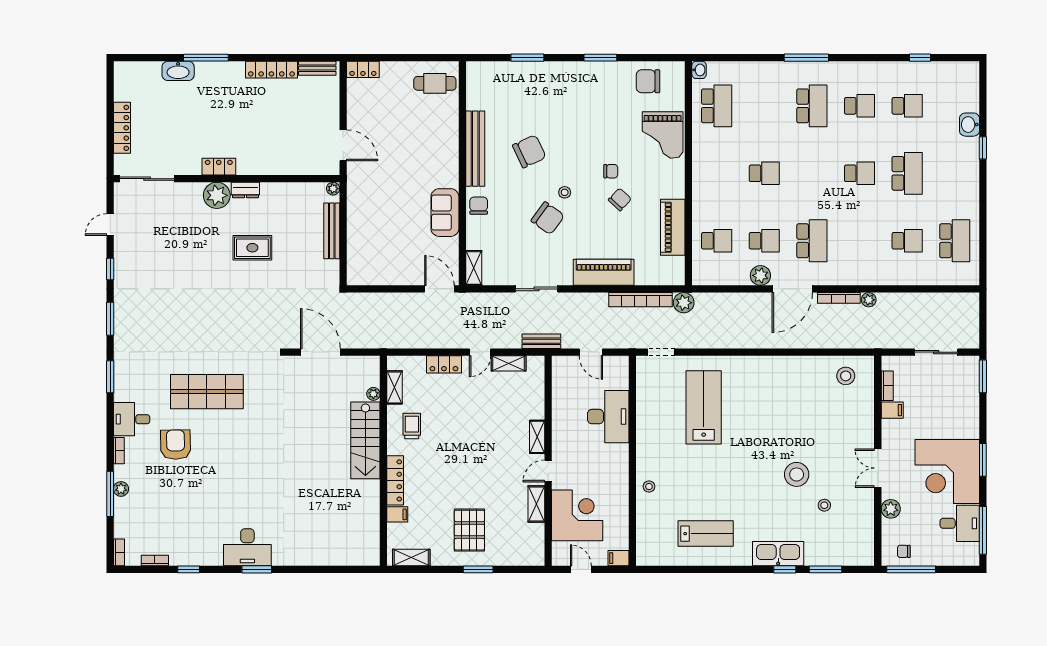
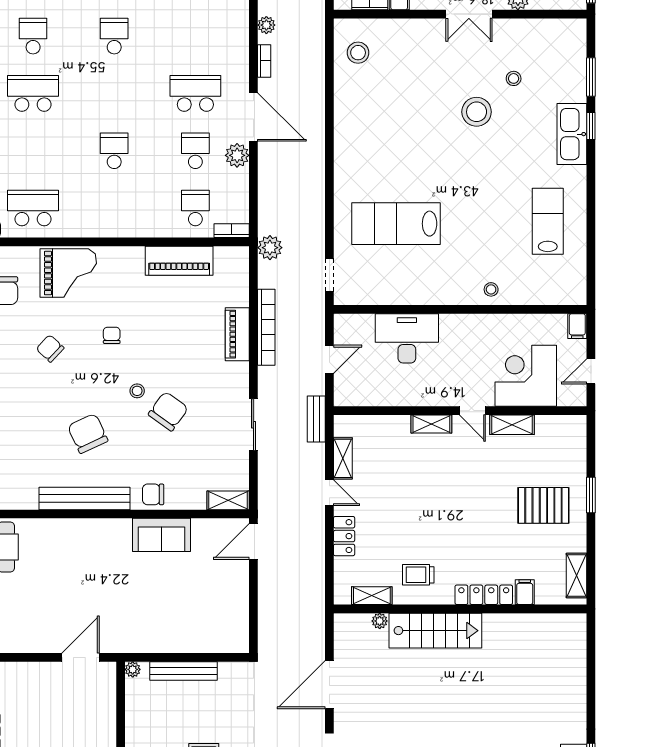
chair: (620, 199) -> (50, 348), moved
bookcase: (698, 271) -> (232, 231), added
piano: (604, 272) -> (237, 334), width x0.73, depth x0.75
bookcase: (839, 298) -> (264, 61), width x0.64
bookcase: (640, 300) -> (266, 327), moved

